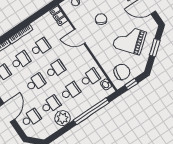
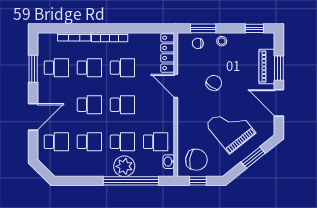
locker: (59, 16) -> (168, 53), width x1.53
plant: (63, 118) -> (124, 166), moved

